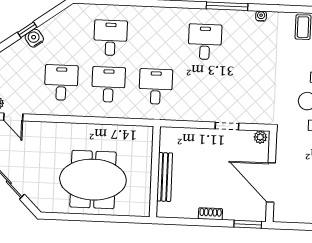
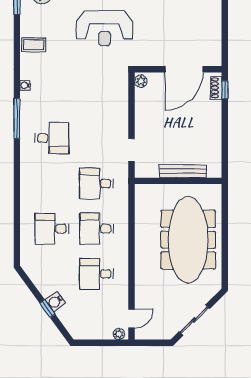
desk: (205, 42) -> (52, 138), turned 180
doorway: (227, 126) -> (132, 150), moved
meeting table: (93, 180) -> (188, 240), width x1.36
shoe rack: (210, 214) -> (216, 88), moved
window: (248, 224) -> (225, 90), width x0.67

